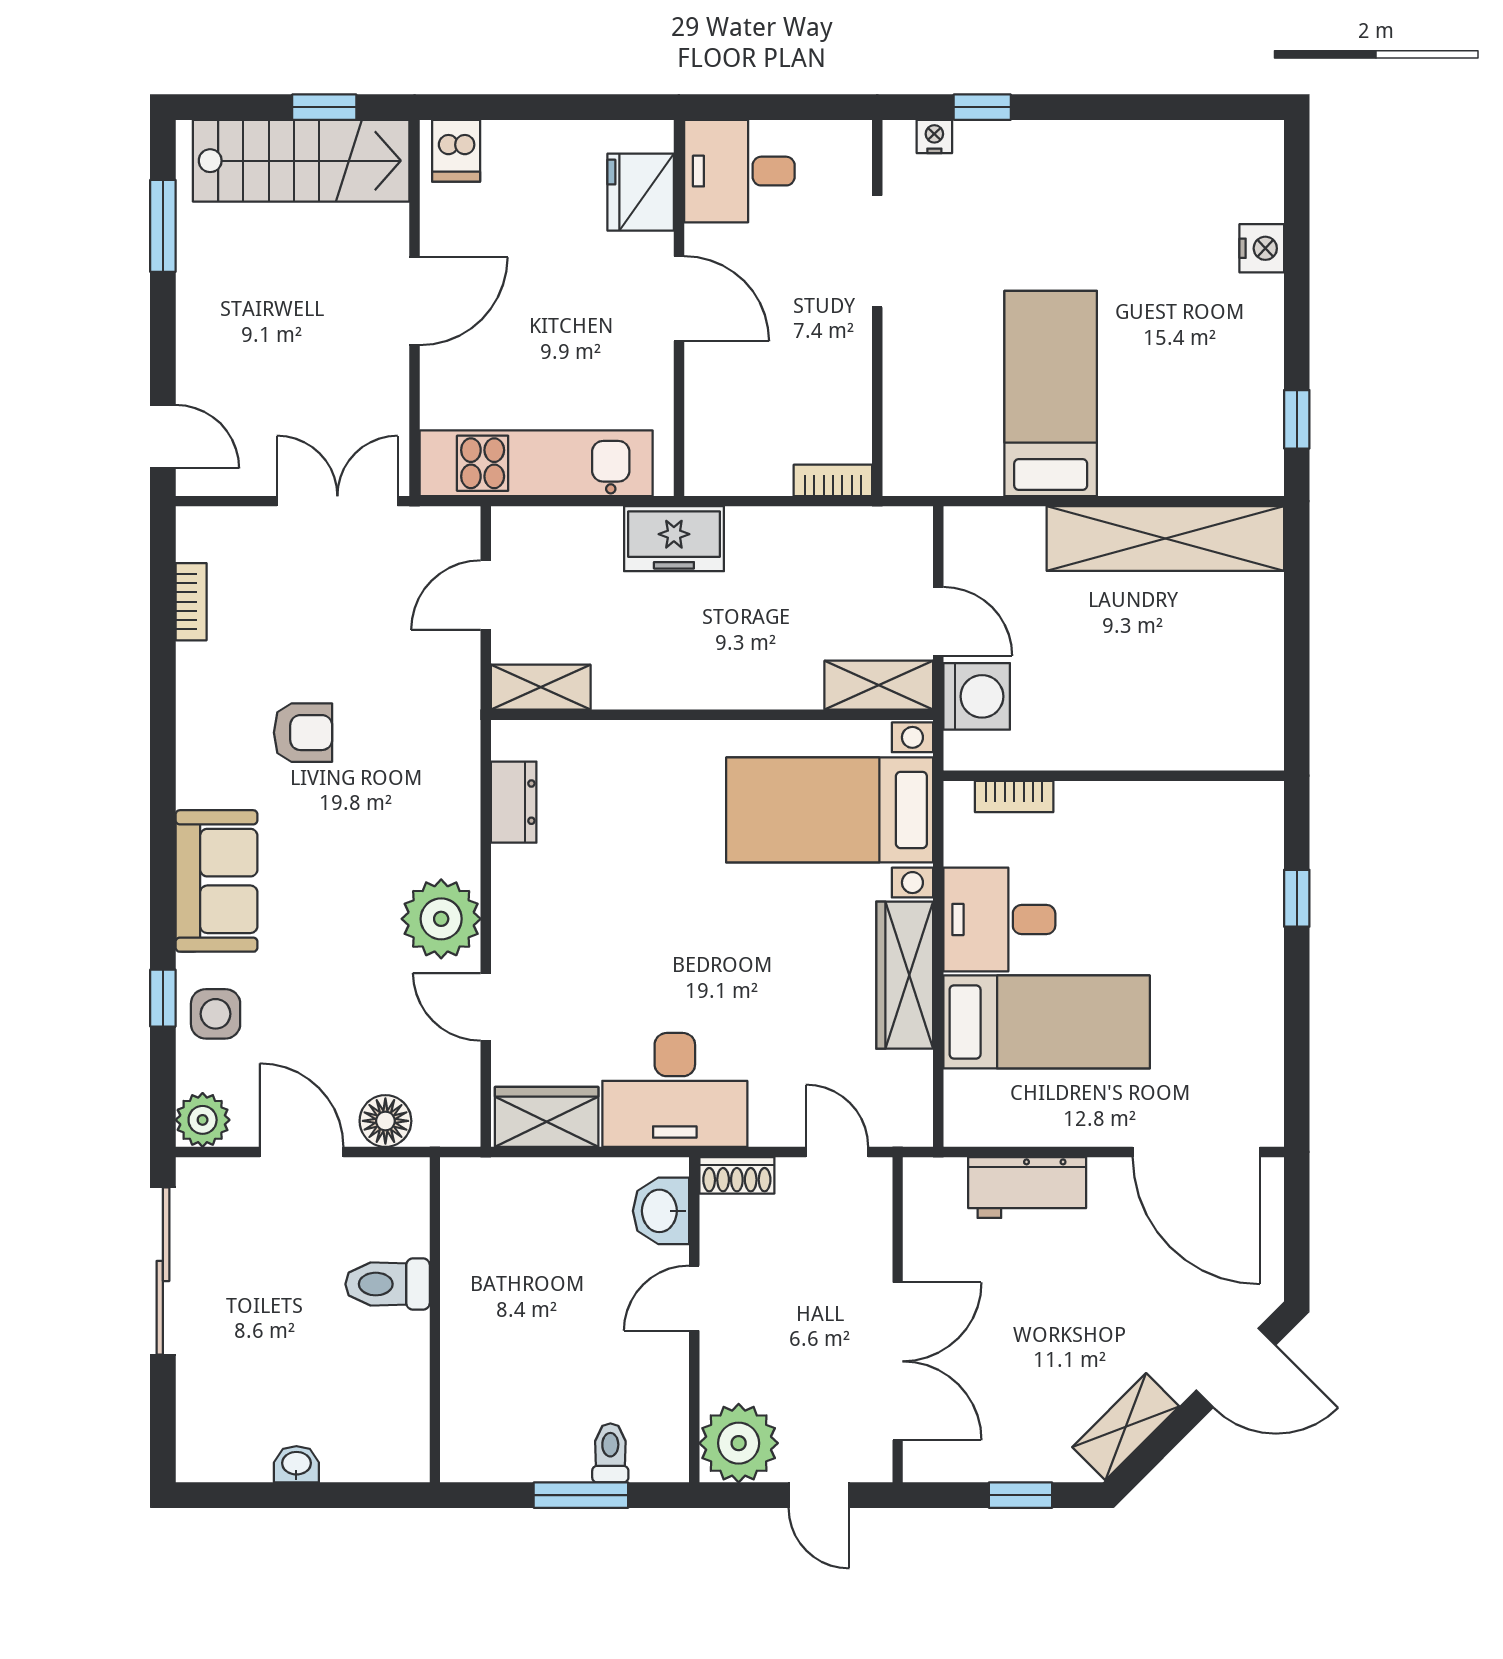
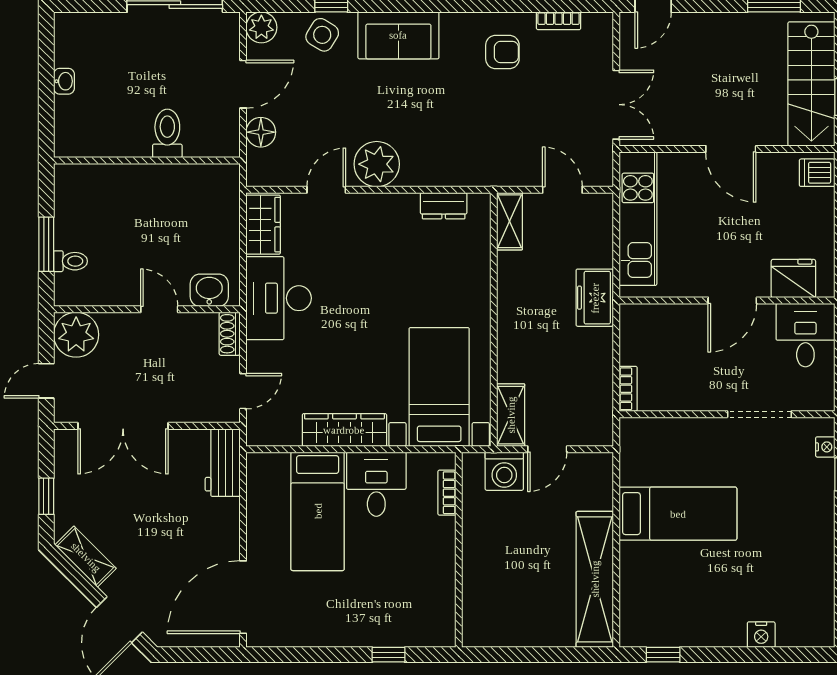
armchair: (303, 733) -> (502, 52), moved, turned -90
side table: (216, 1014) -> (322, 35), turned 31
workbench: (1027, 1187) -> (223, 463), moved

